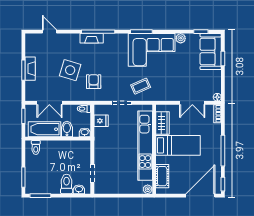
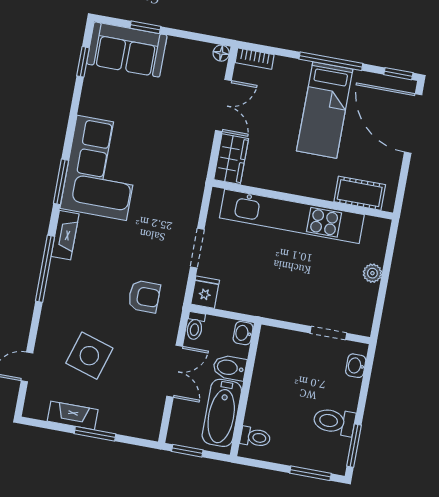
fireplace: (92, 38) -> (65, 235), moved
plant: (181, 38) -> (89, 105), removed
fireplace: (30, 69) -> (73, 415), moved
side table: (70, 70) -> (89, 356), moved
armchair: (94, 82) -> (144, 296), turned 180
coffee table: (141, 86) -> (170, 203), removed
double door: (49, 103) -> (175, 371), moved
fridge: (101, 121) -> (205, 292), moved
wardrobe: (162, 123) -> (231, 159), moved, turned 90
bed: (178, 145) -> (325, 110), moved, turned 180
toilet: (67, 184) -> (334, 422), moved
plant: (148, 189) -> (372, 273), moved

